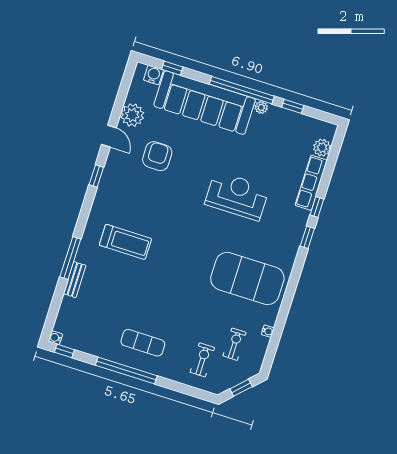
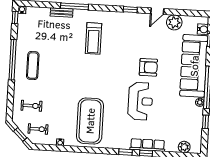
armchair: (157, 156) -> (148, 67), moved
row of seats: (311, 183) -> (148, 145), moved
exercise bike: (235, 344) -> (38, 129), moved

